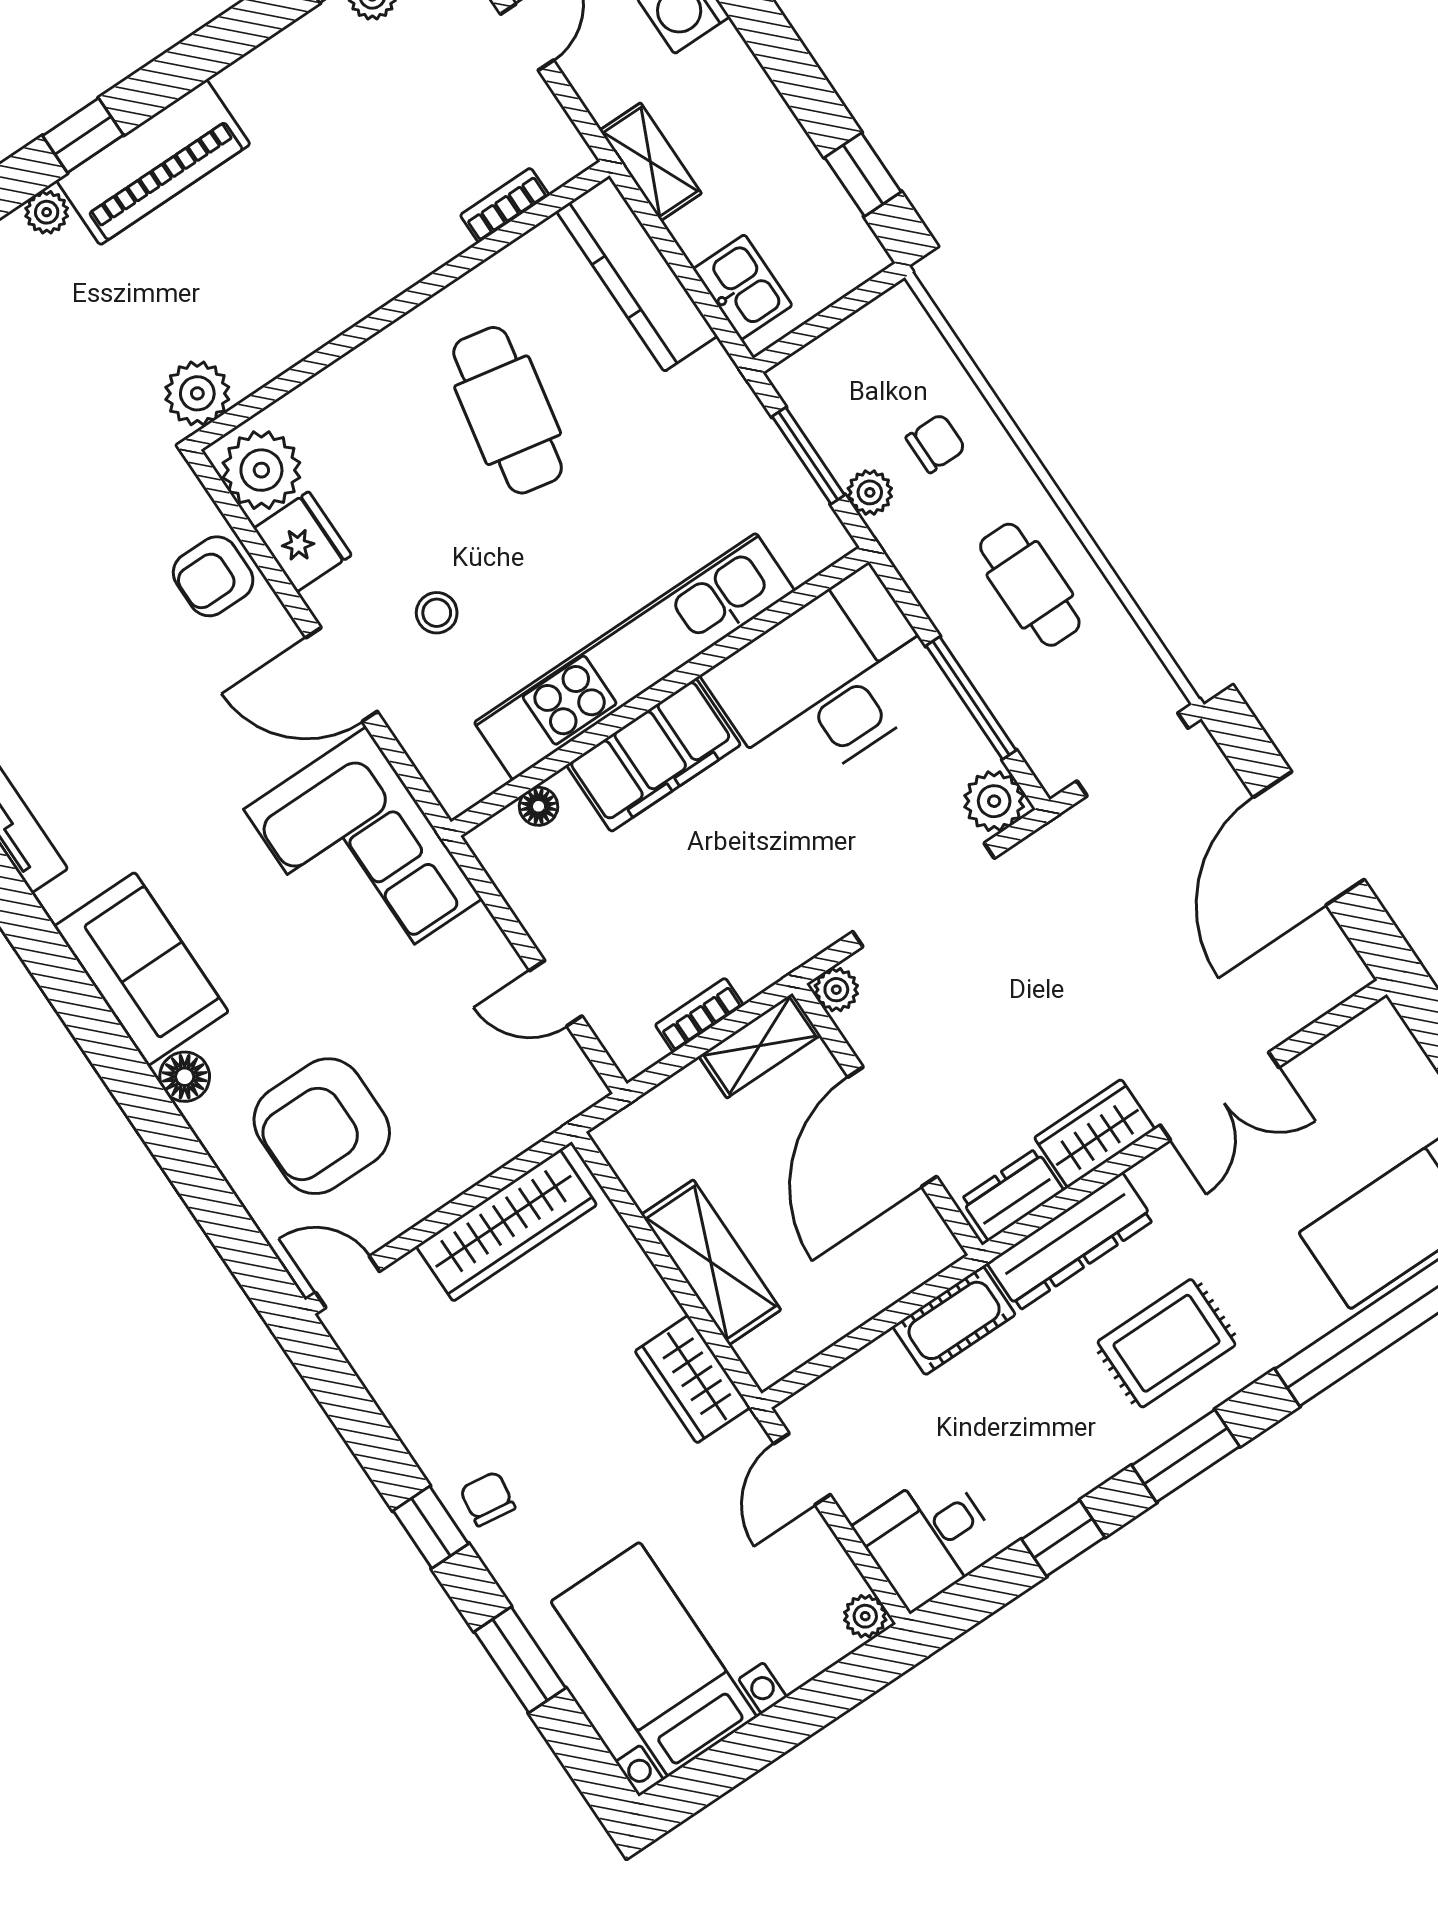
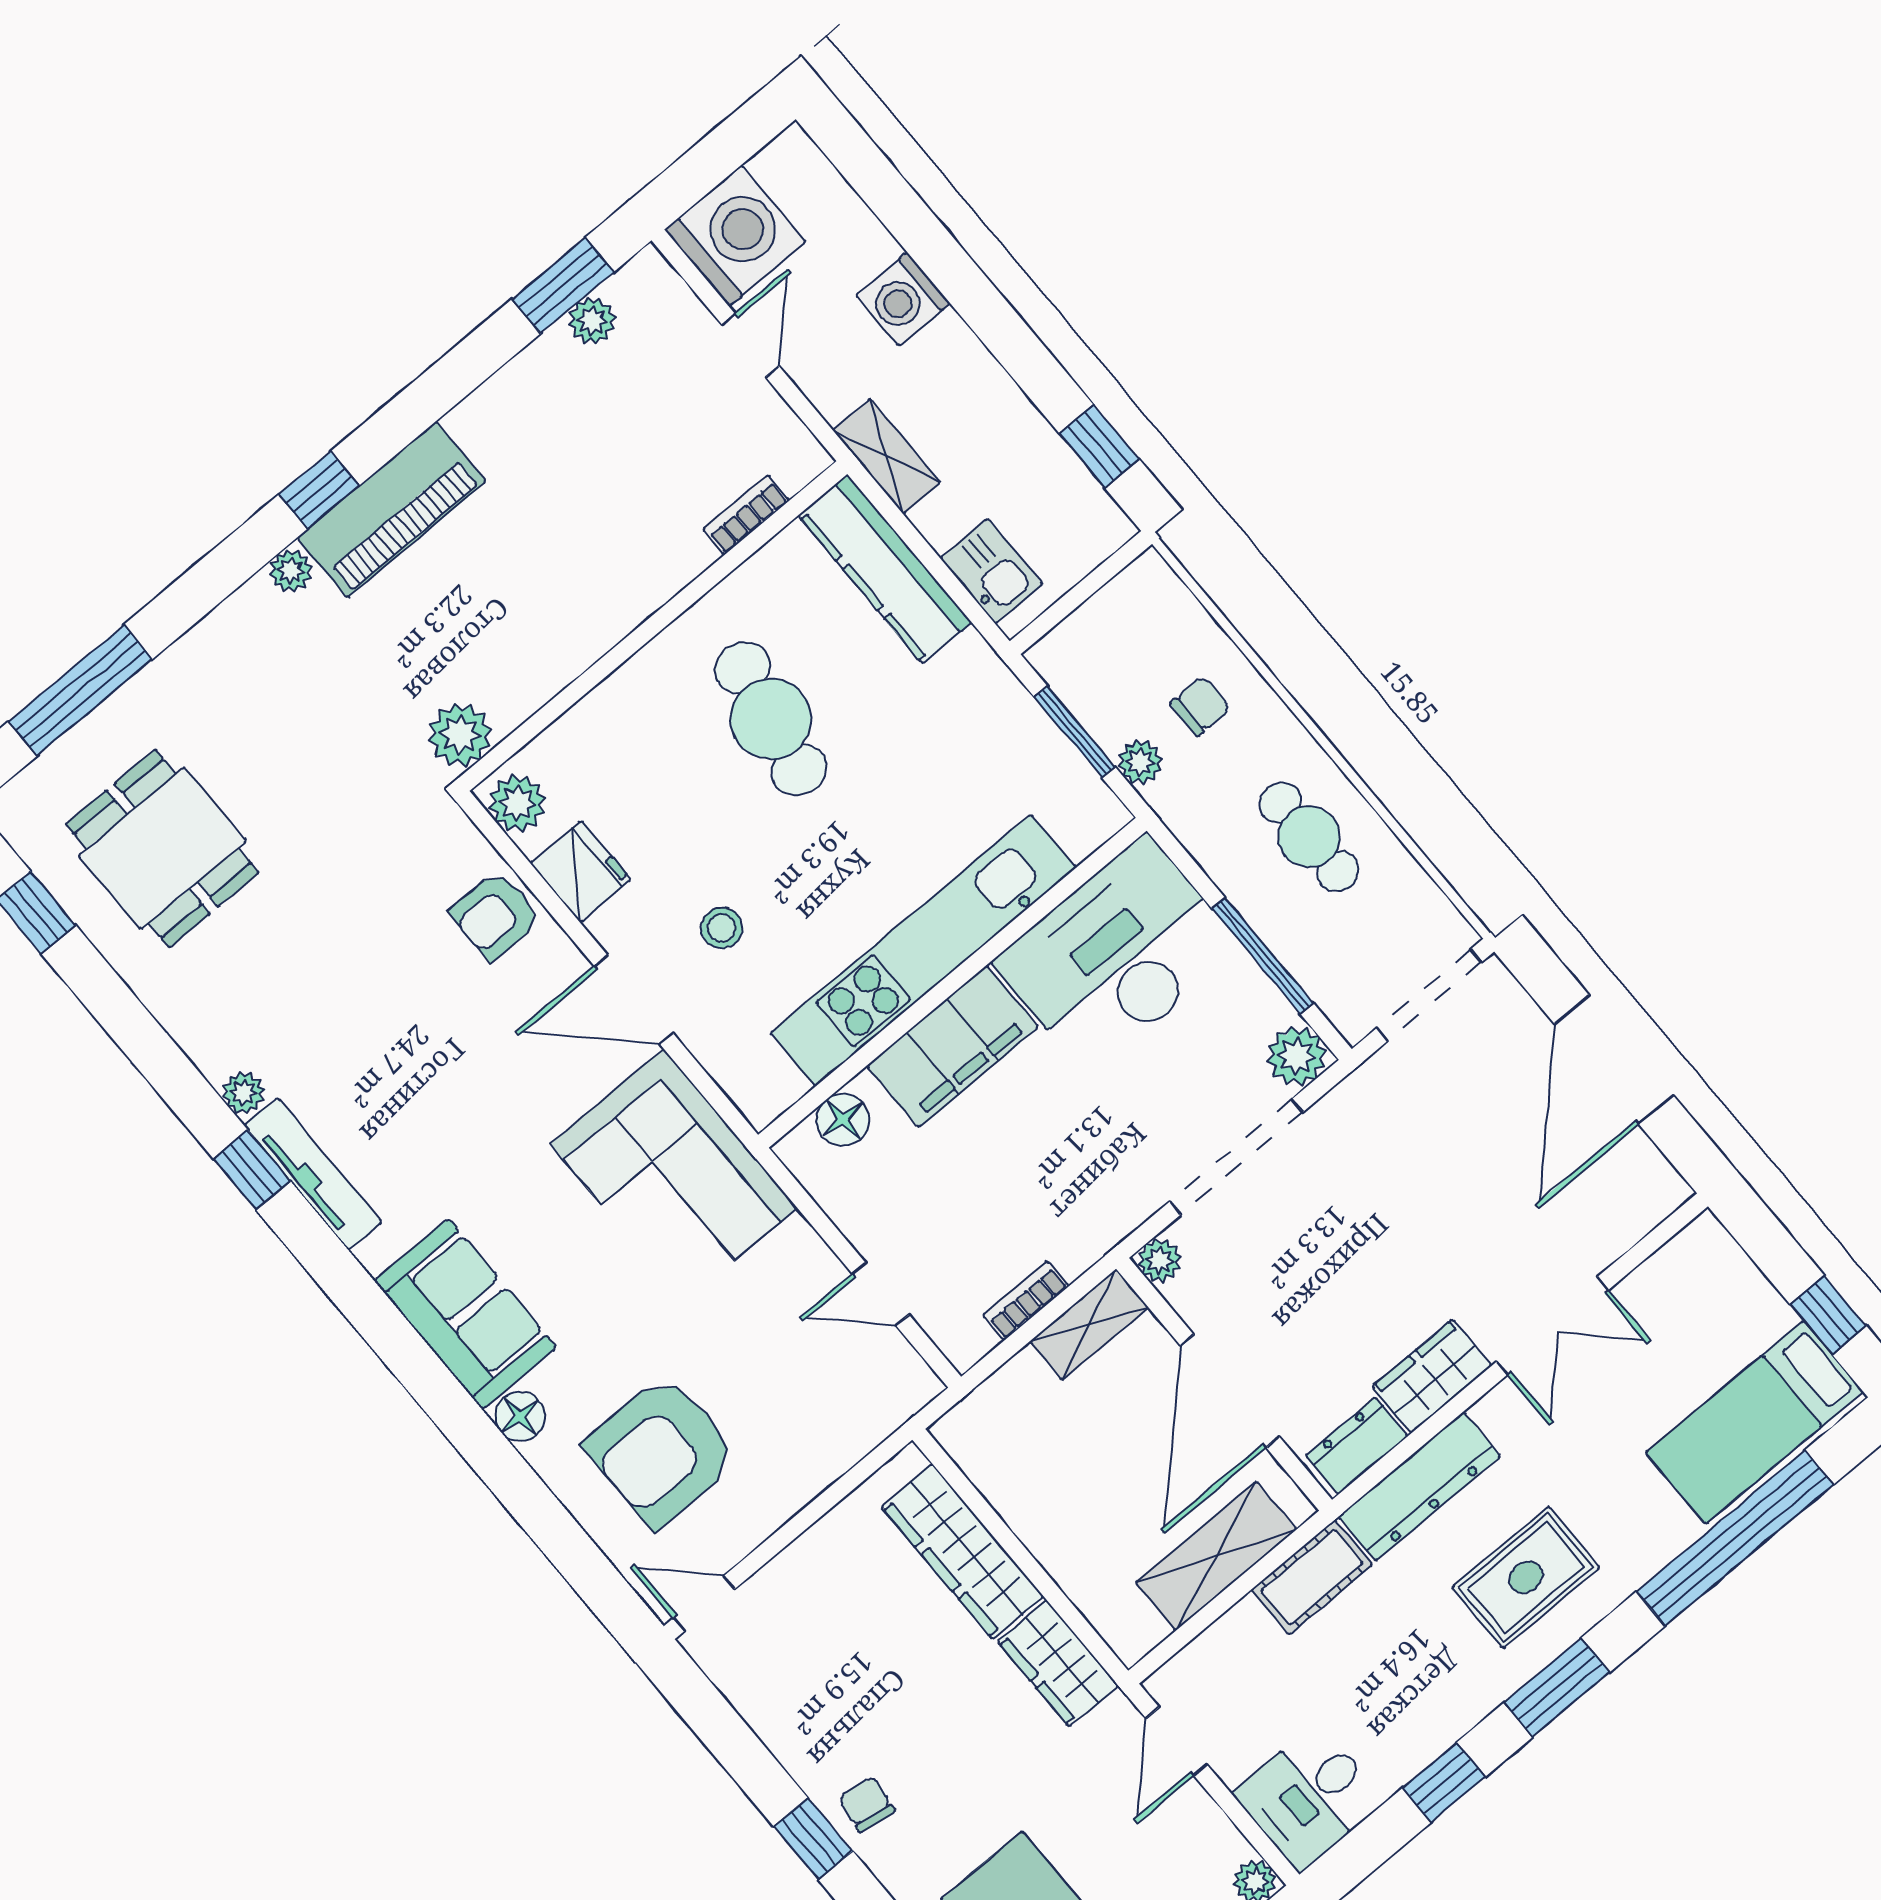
plant: (261, 470) -> (517, 803), width x0.73, depth x0.73
floor lamp: (539, 806) -> (843, 1120), width x1.37, depth x1.37
wardrobe: (506, 1226) -> (963, 1552), moved, turned 90
shelving: (711, 1262) -> (1216, 1556), moved, turned 90

